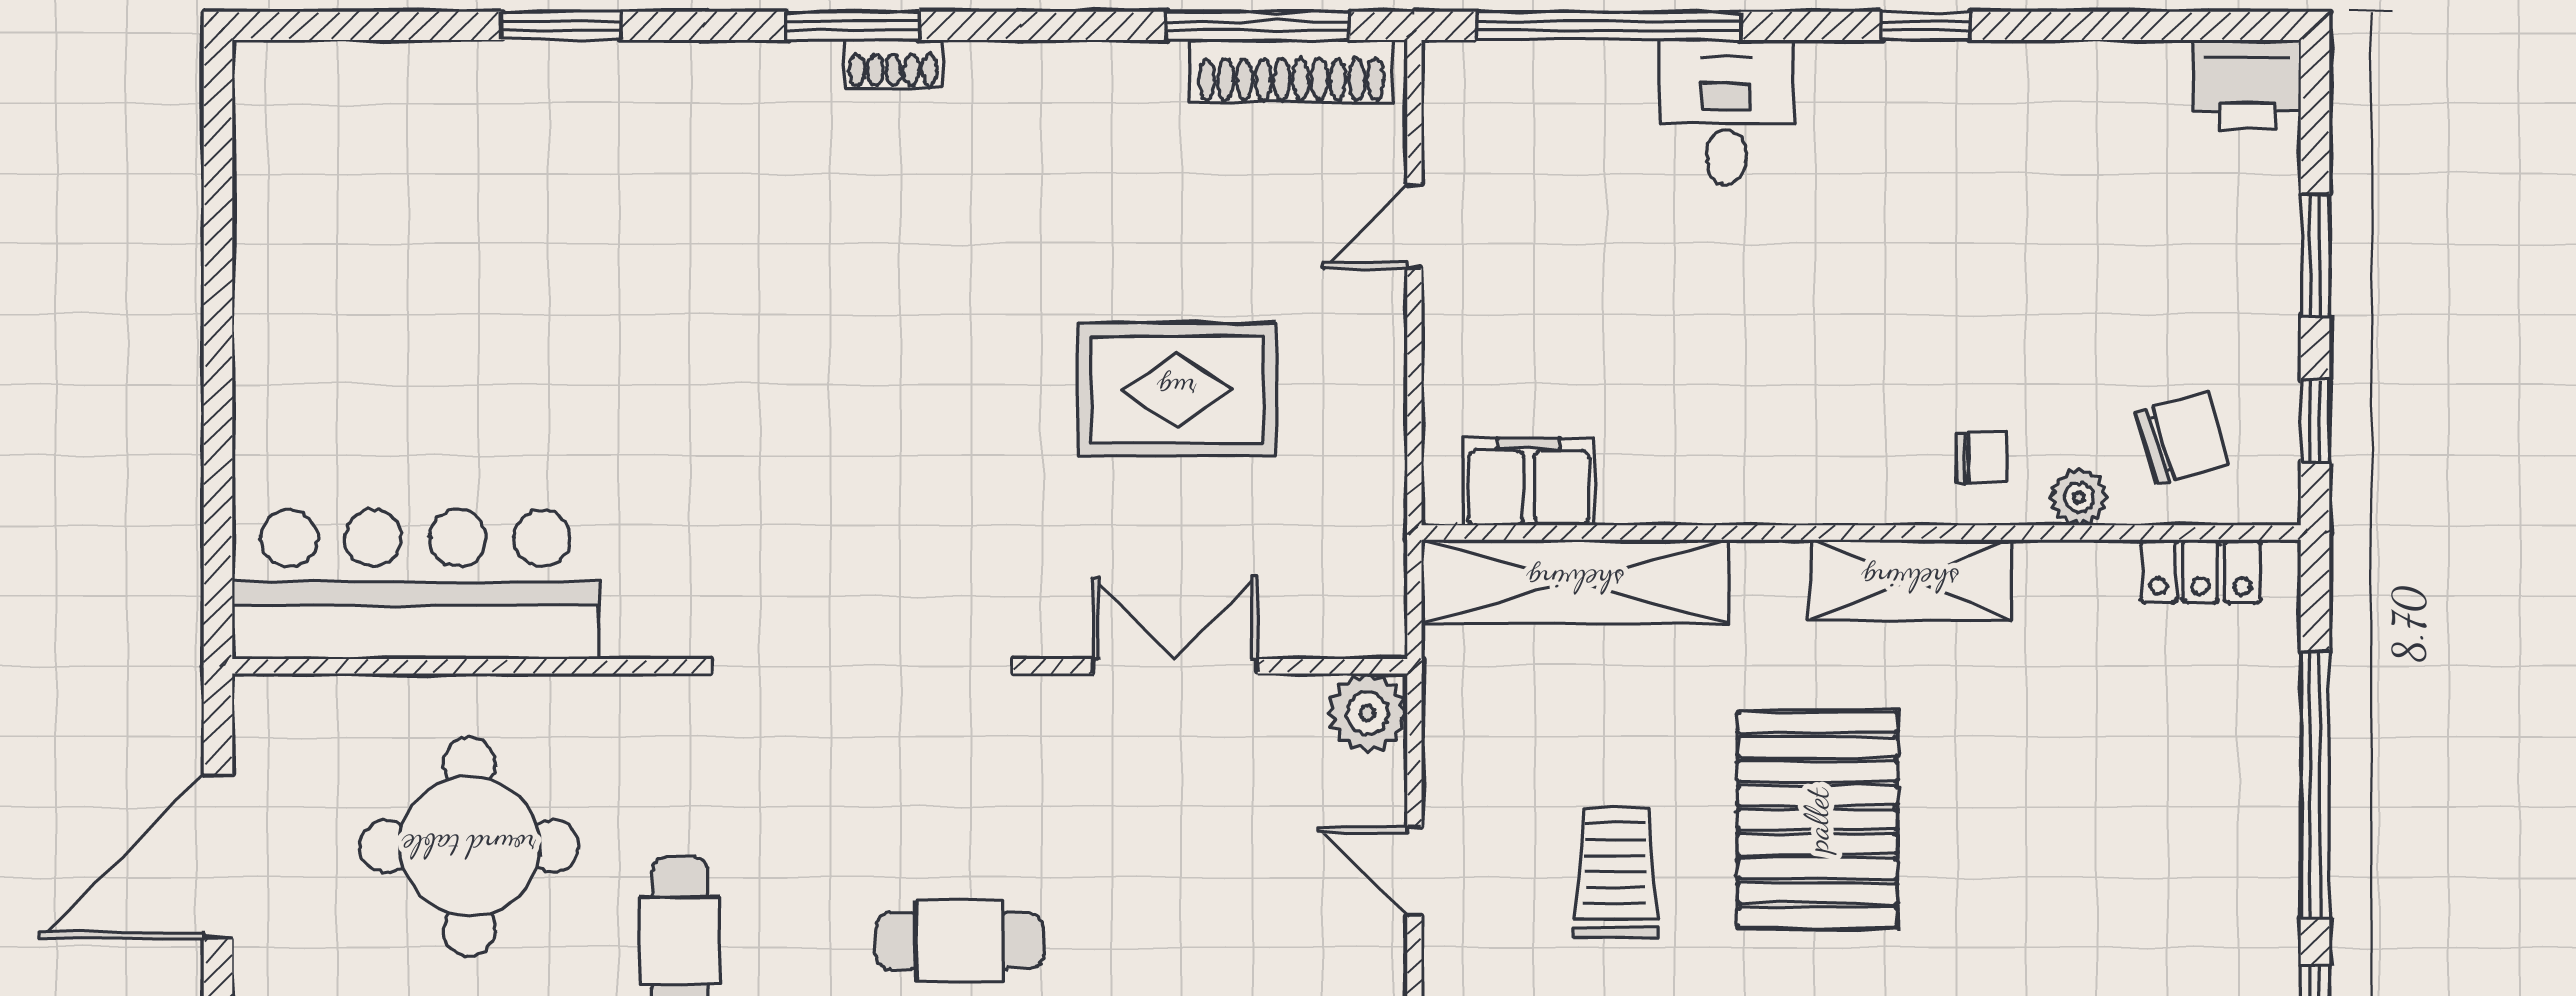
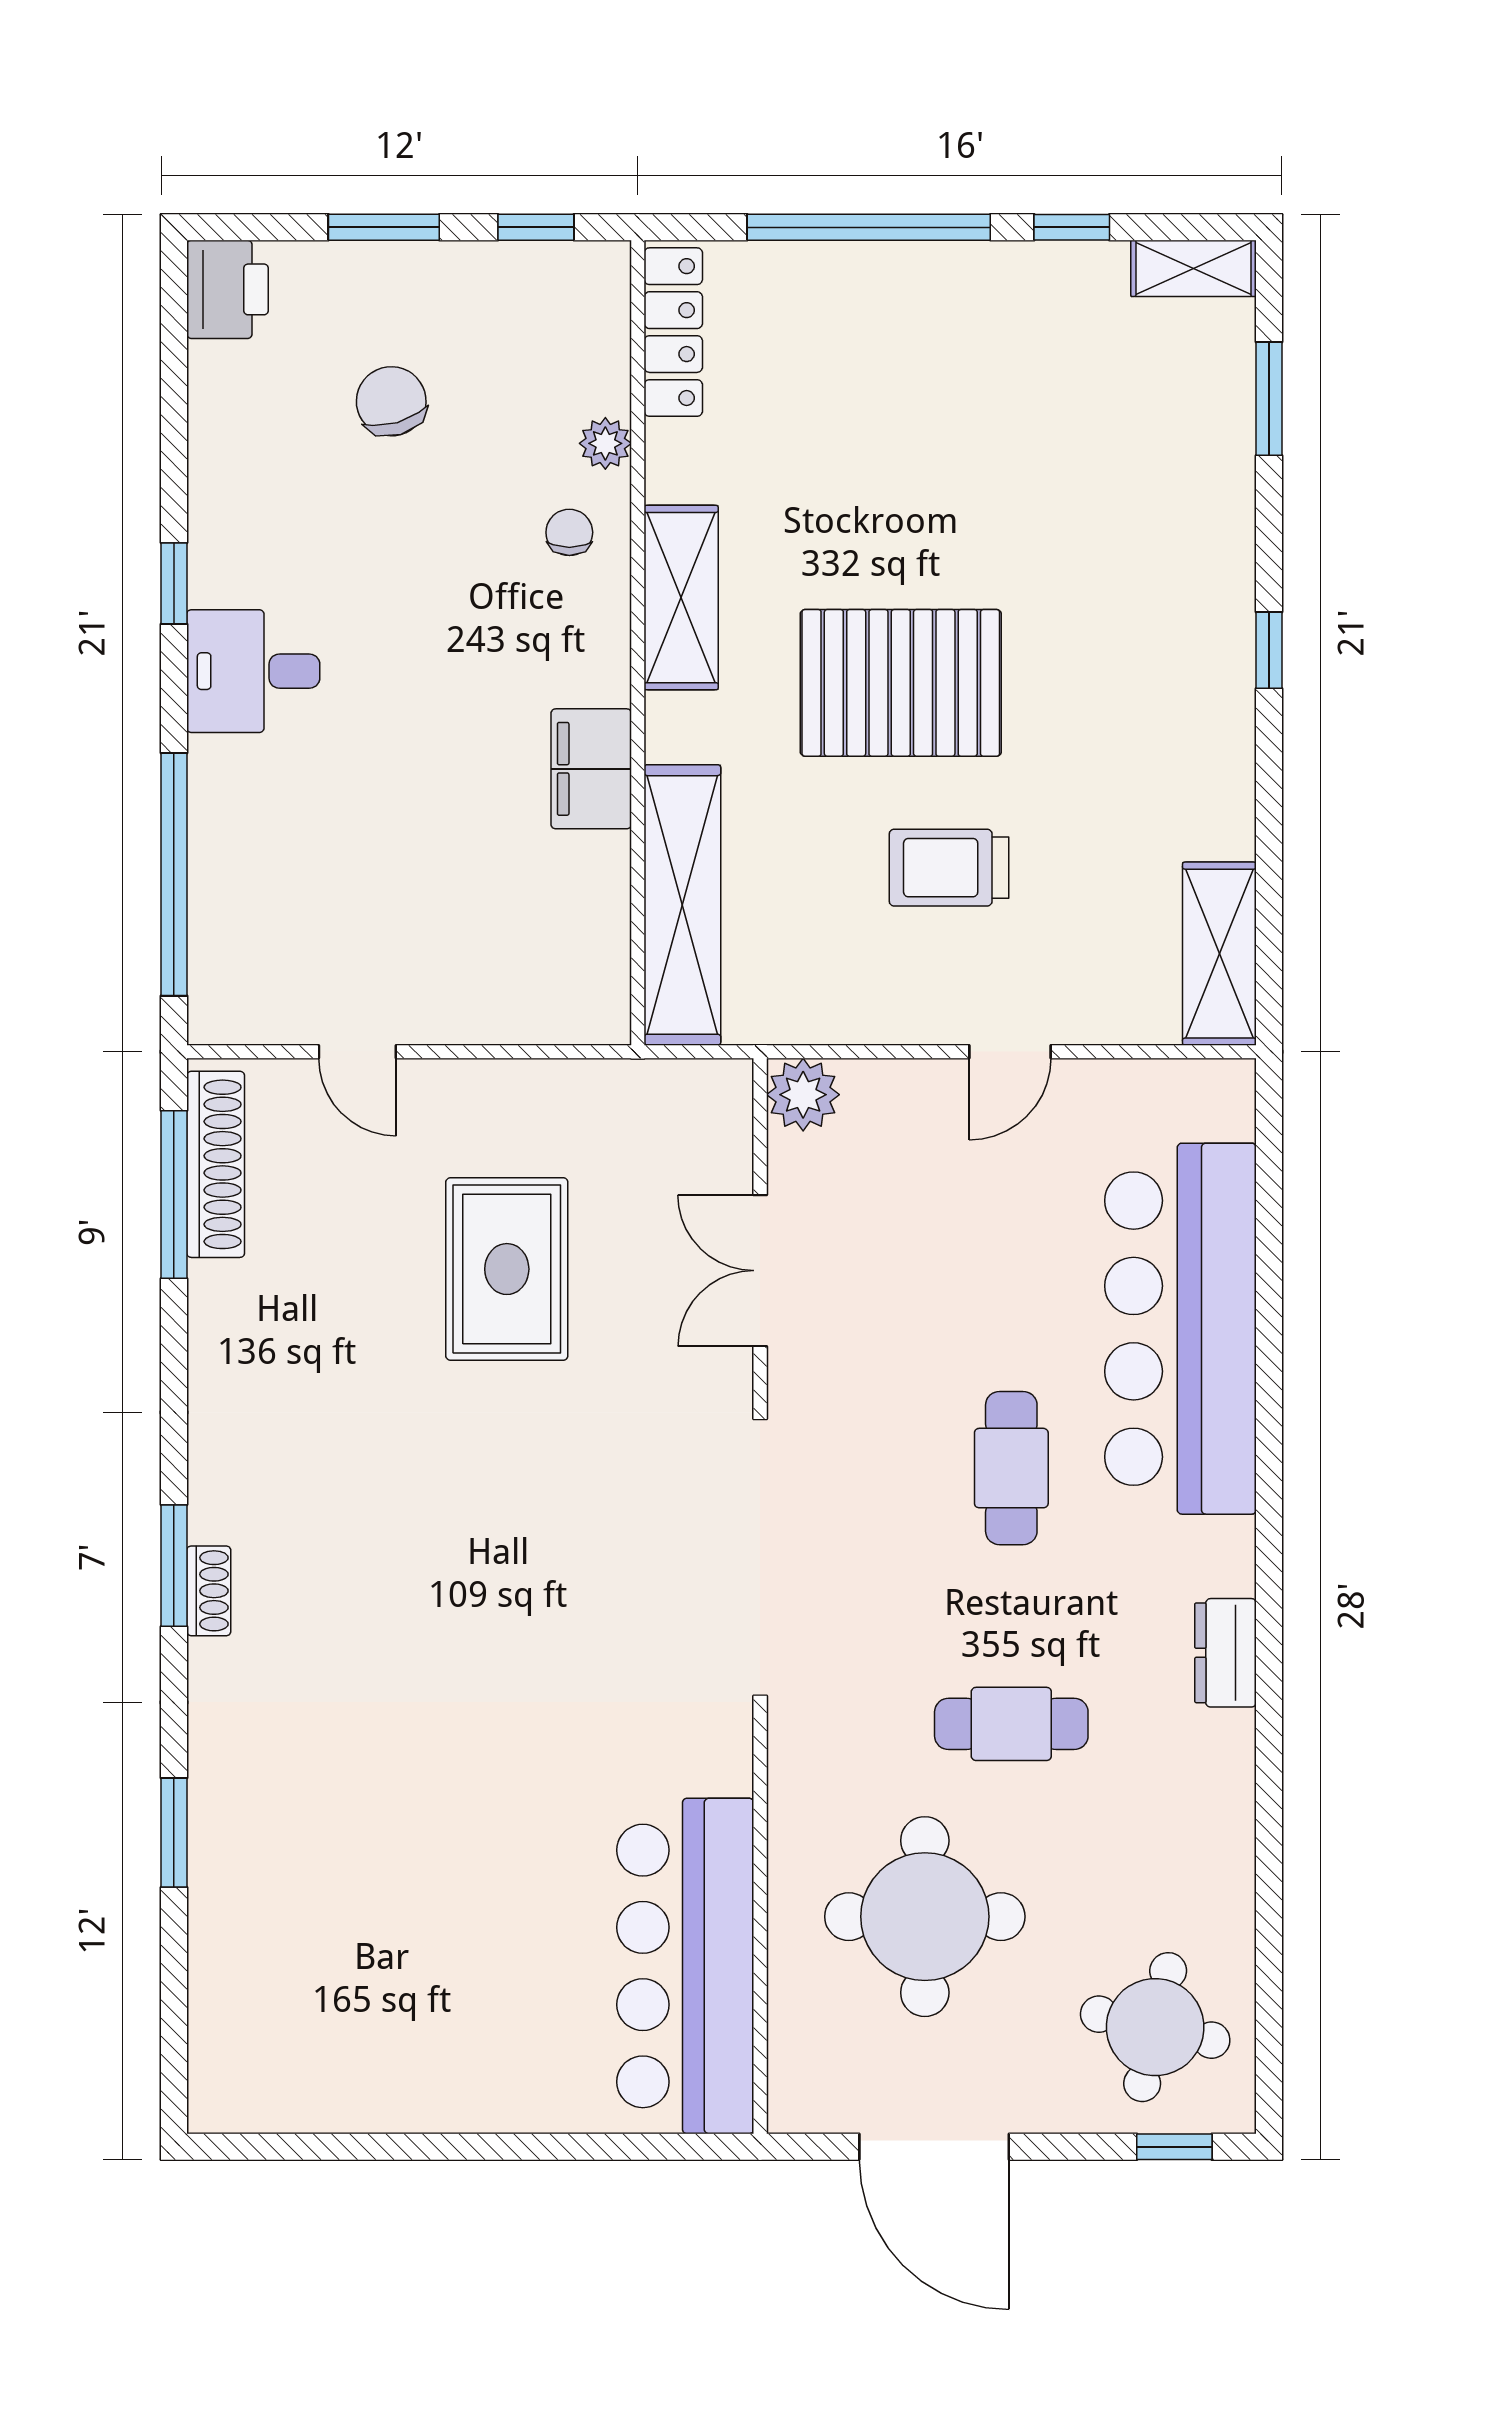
shoe rack: (893, 64) -> (209, 1591), moved
desk: (1726, 112) -> (253, 671), moved
chair: (2183, 438) -> (391, 401), moved
filing cabinet: (1529, 482) -> (591, 769), moved
locker: (2201, 571) -> (673, 332), width x1.53
door: (1414, 871) -> (1010, 1052), moved

